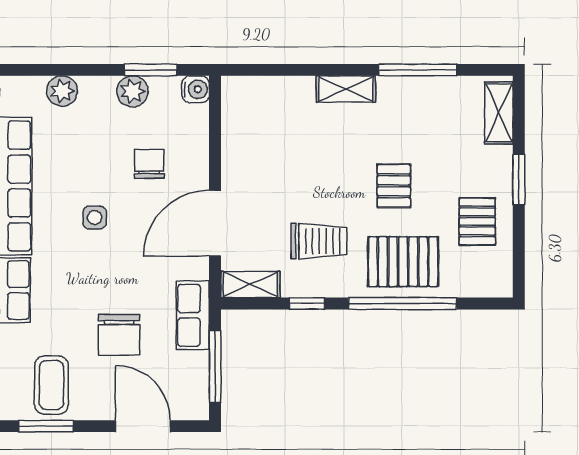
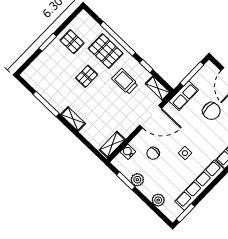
water cooler: (196, 89) -> (128, 152), moved
shelving: (499, 113) -> (112, 145), moved
pallet: (477, 221) -> (72, 42), turned 90
chair: (119, 335) -> (211, 111), turned 90

